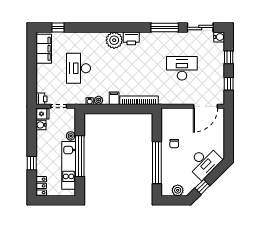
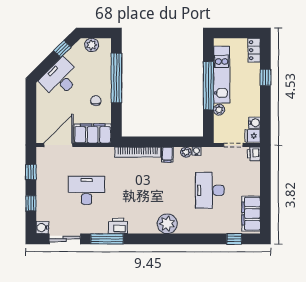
printer: (131, 38) -> (118, 226), moved
desk: (78, 68) -> (210, 190), turned 180
desk: (182, 68) -> (86, 190), turned 180
filing cabinet: (177, 116) -> (93, 133), added

